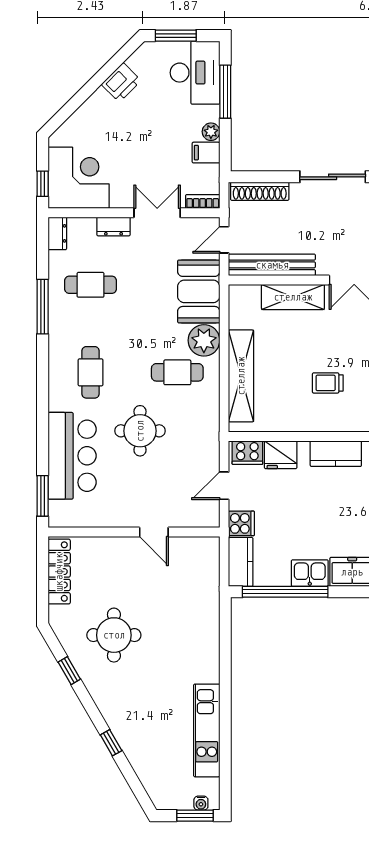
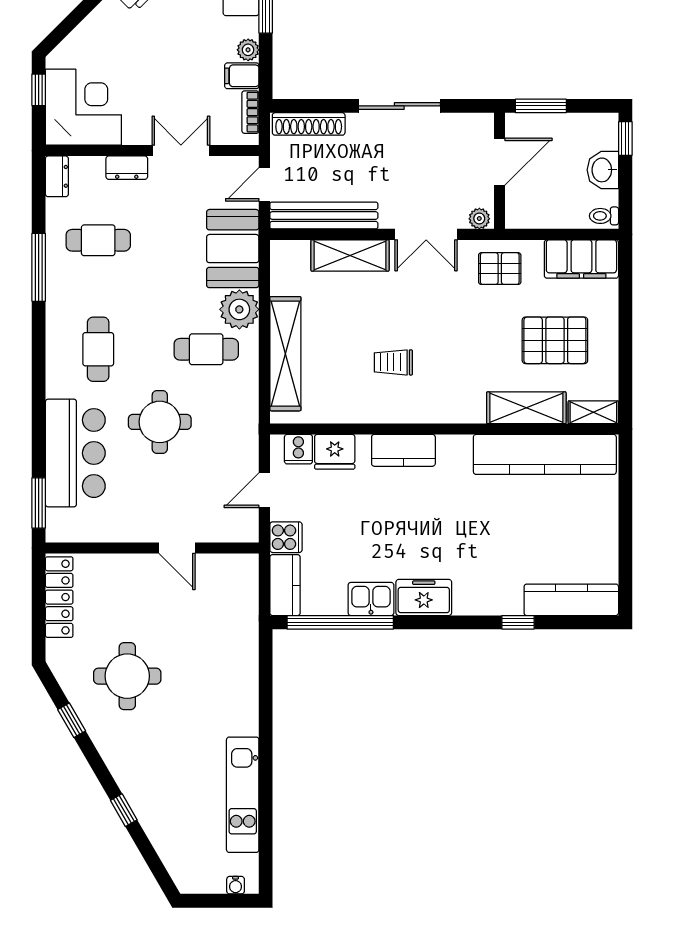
window: (43, 184) -> (39, 90), moved
bookcase: (203, 201) -> (250, 112), moved, turned -90
cooker: (247, 453) -> (298, 449), width x0.73
window: (195, 816) -> (228, 901), removed

